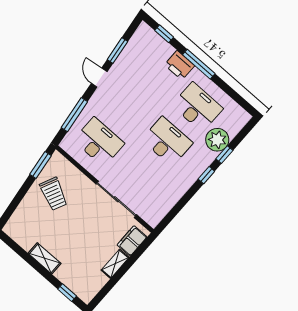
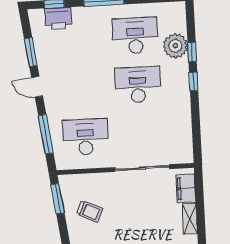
printer: (179, 65) -> (58, 18), moved
trolley: (54, 194) -> (90, 211), width x0.73, depth x0.72

